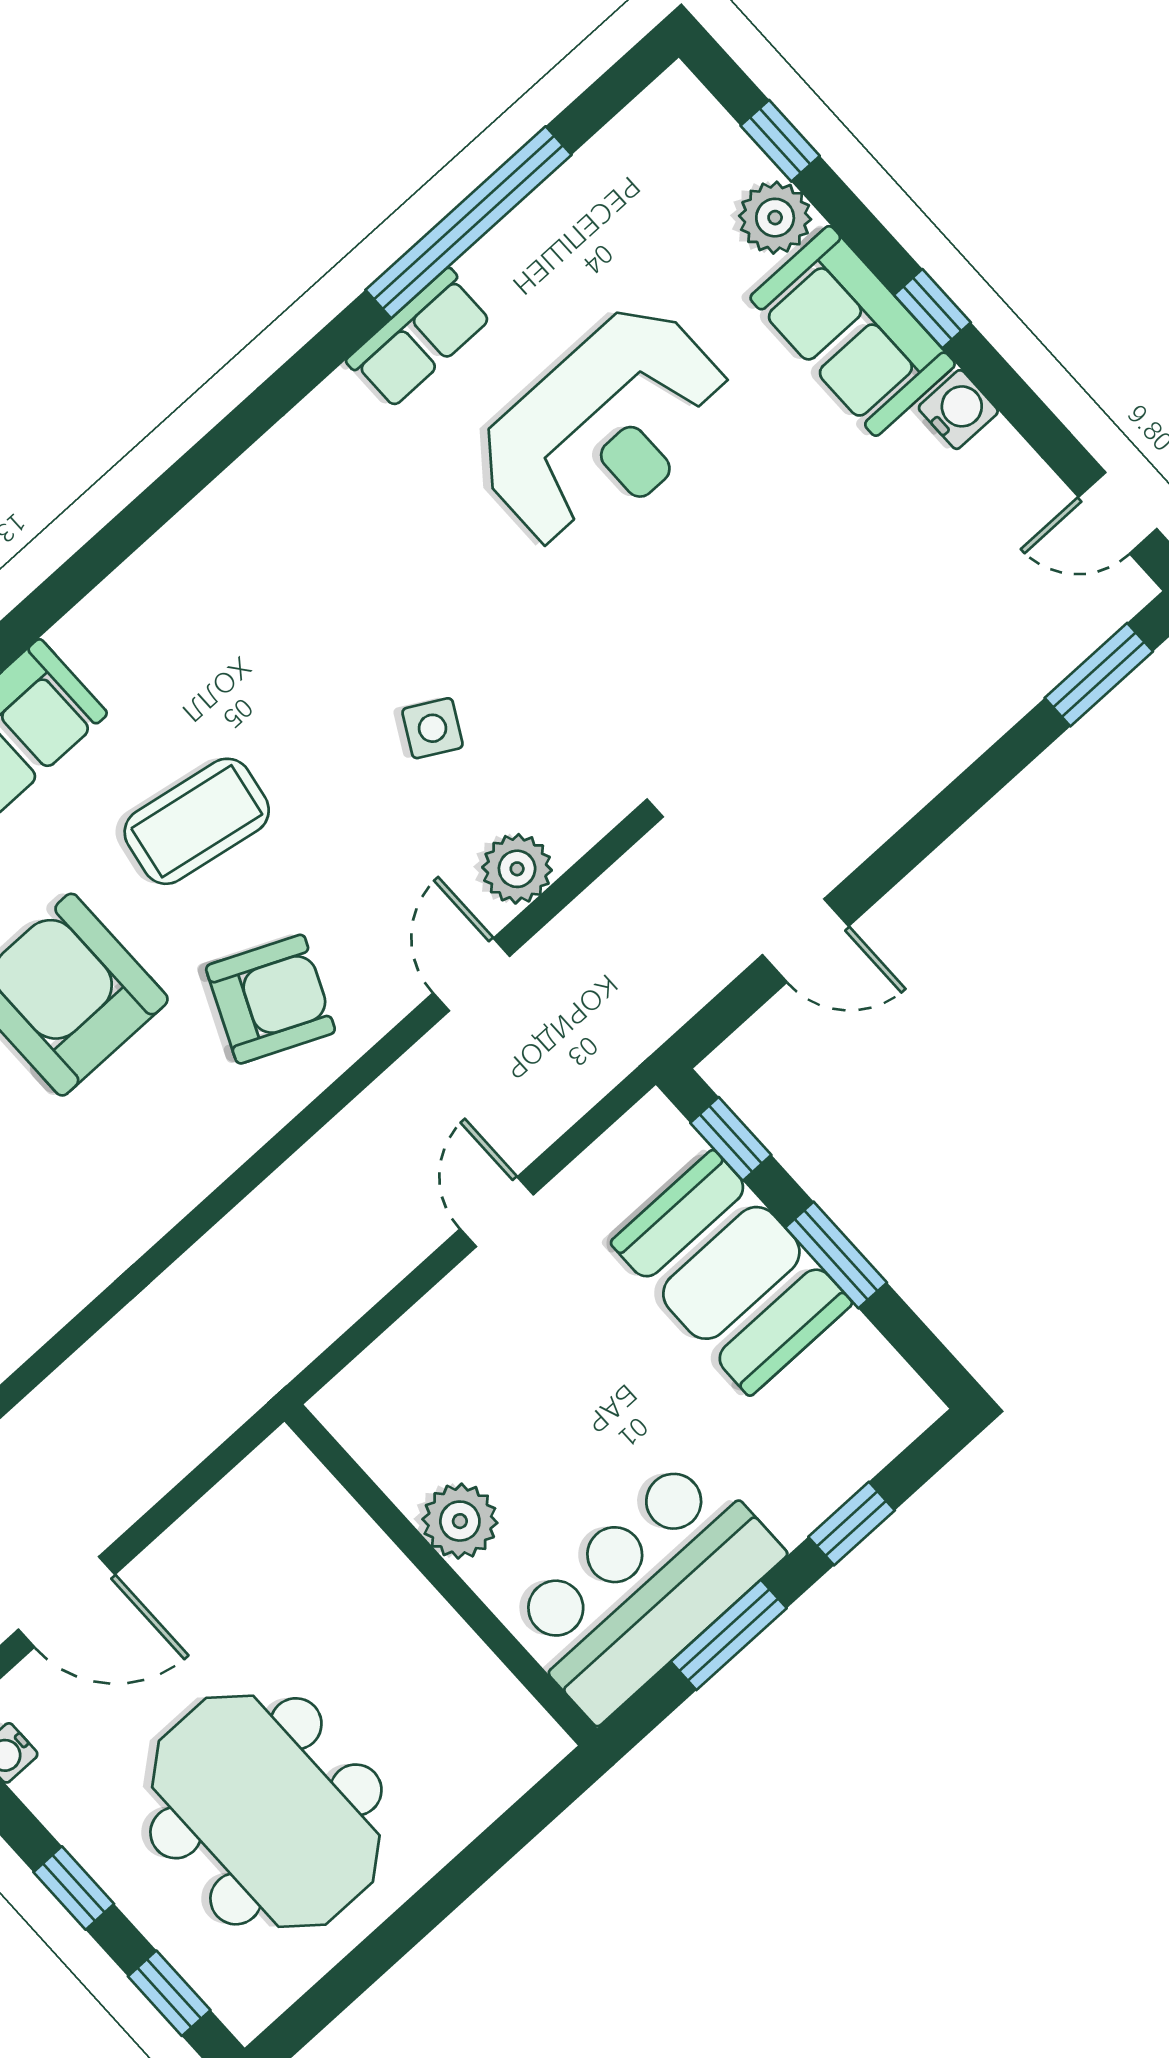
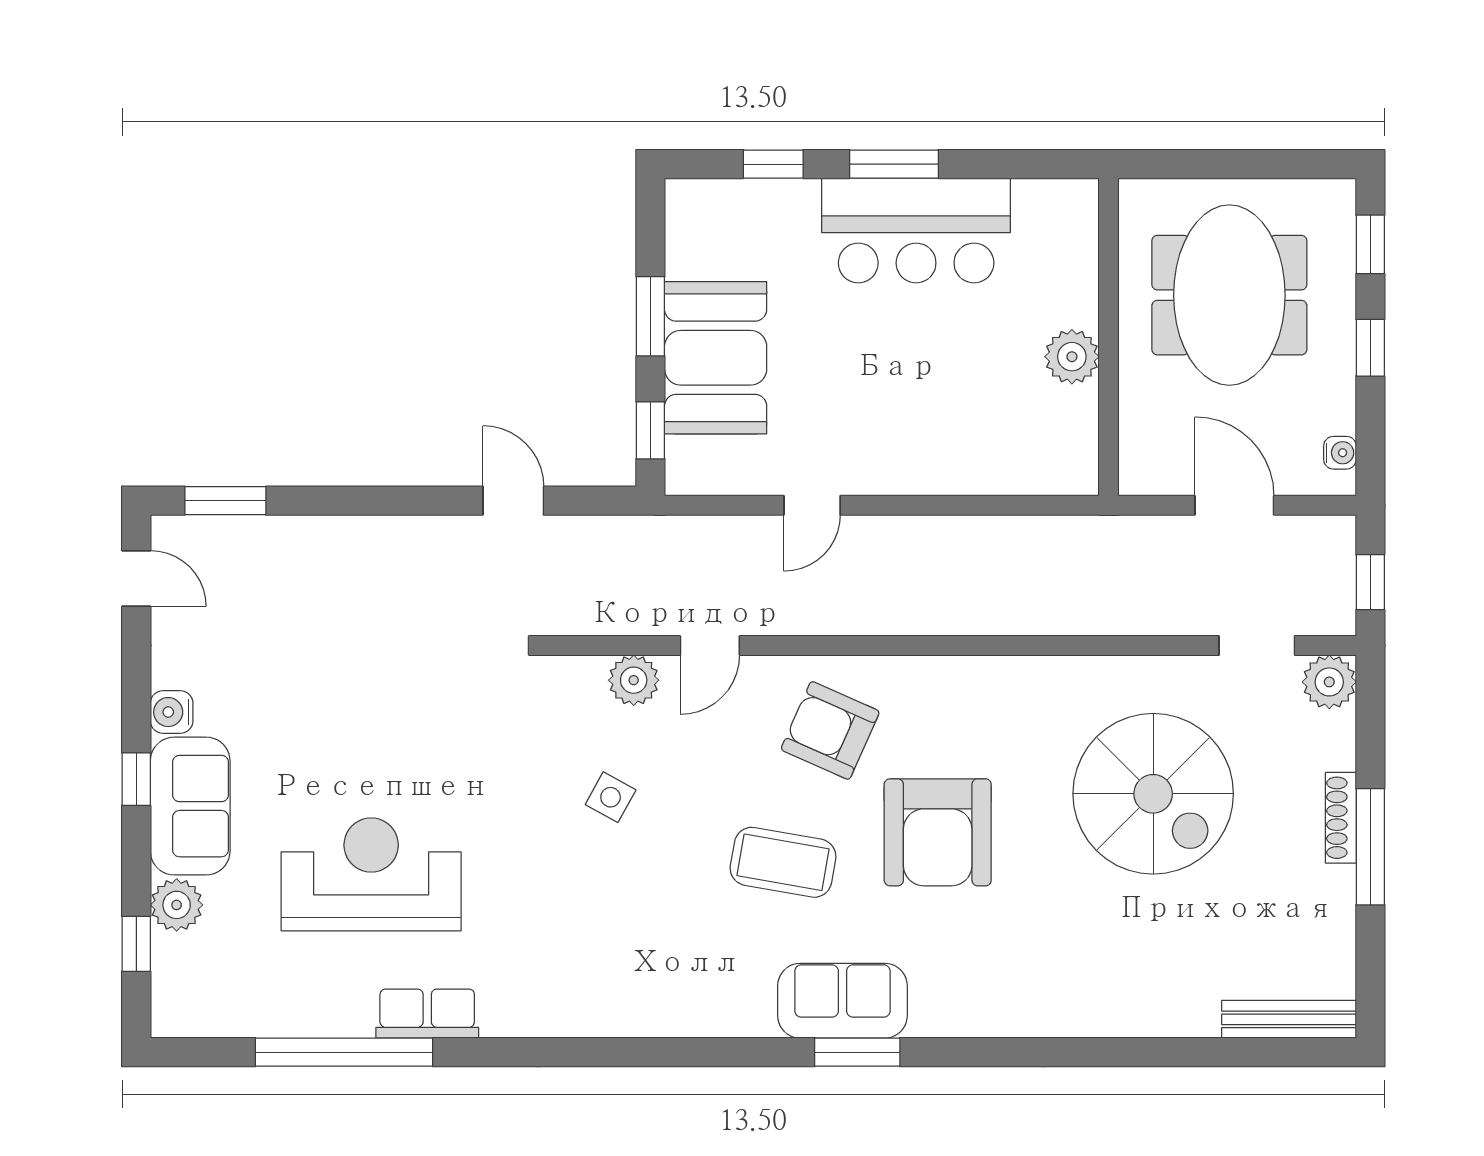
plant: (460, 1521) -> (1072, 357), moved
wall: (441, 1575) -> (1109, 337), moved

